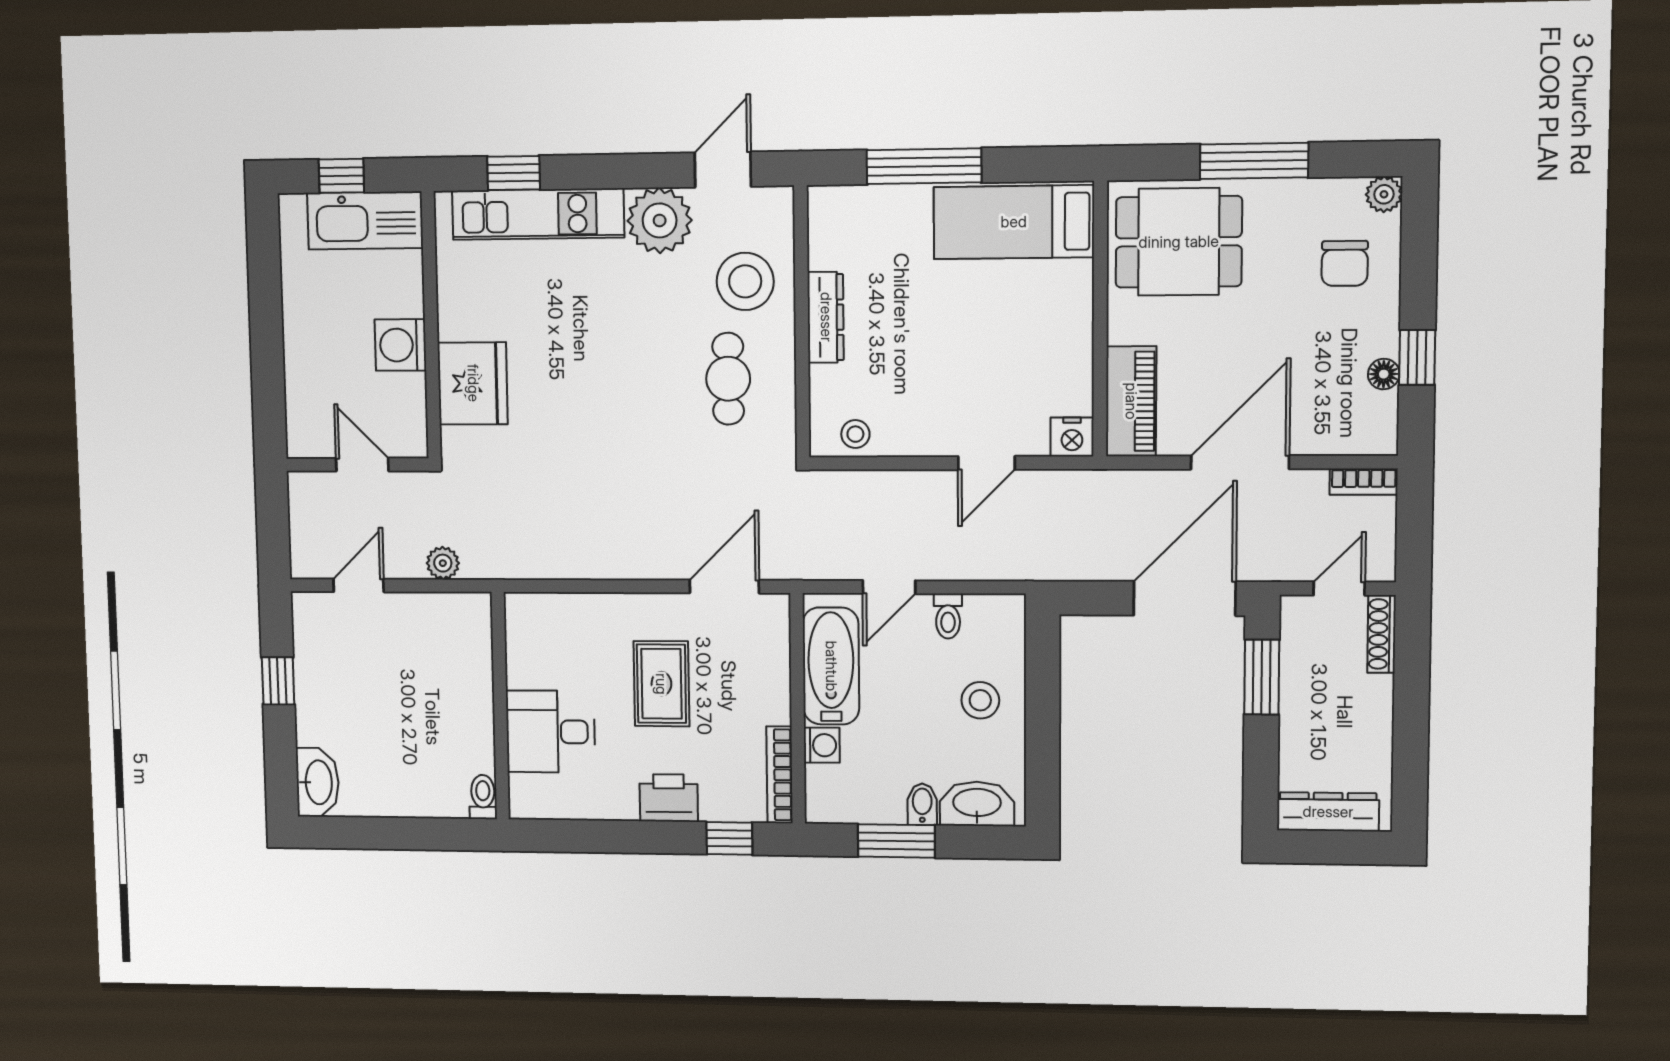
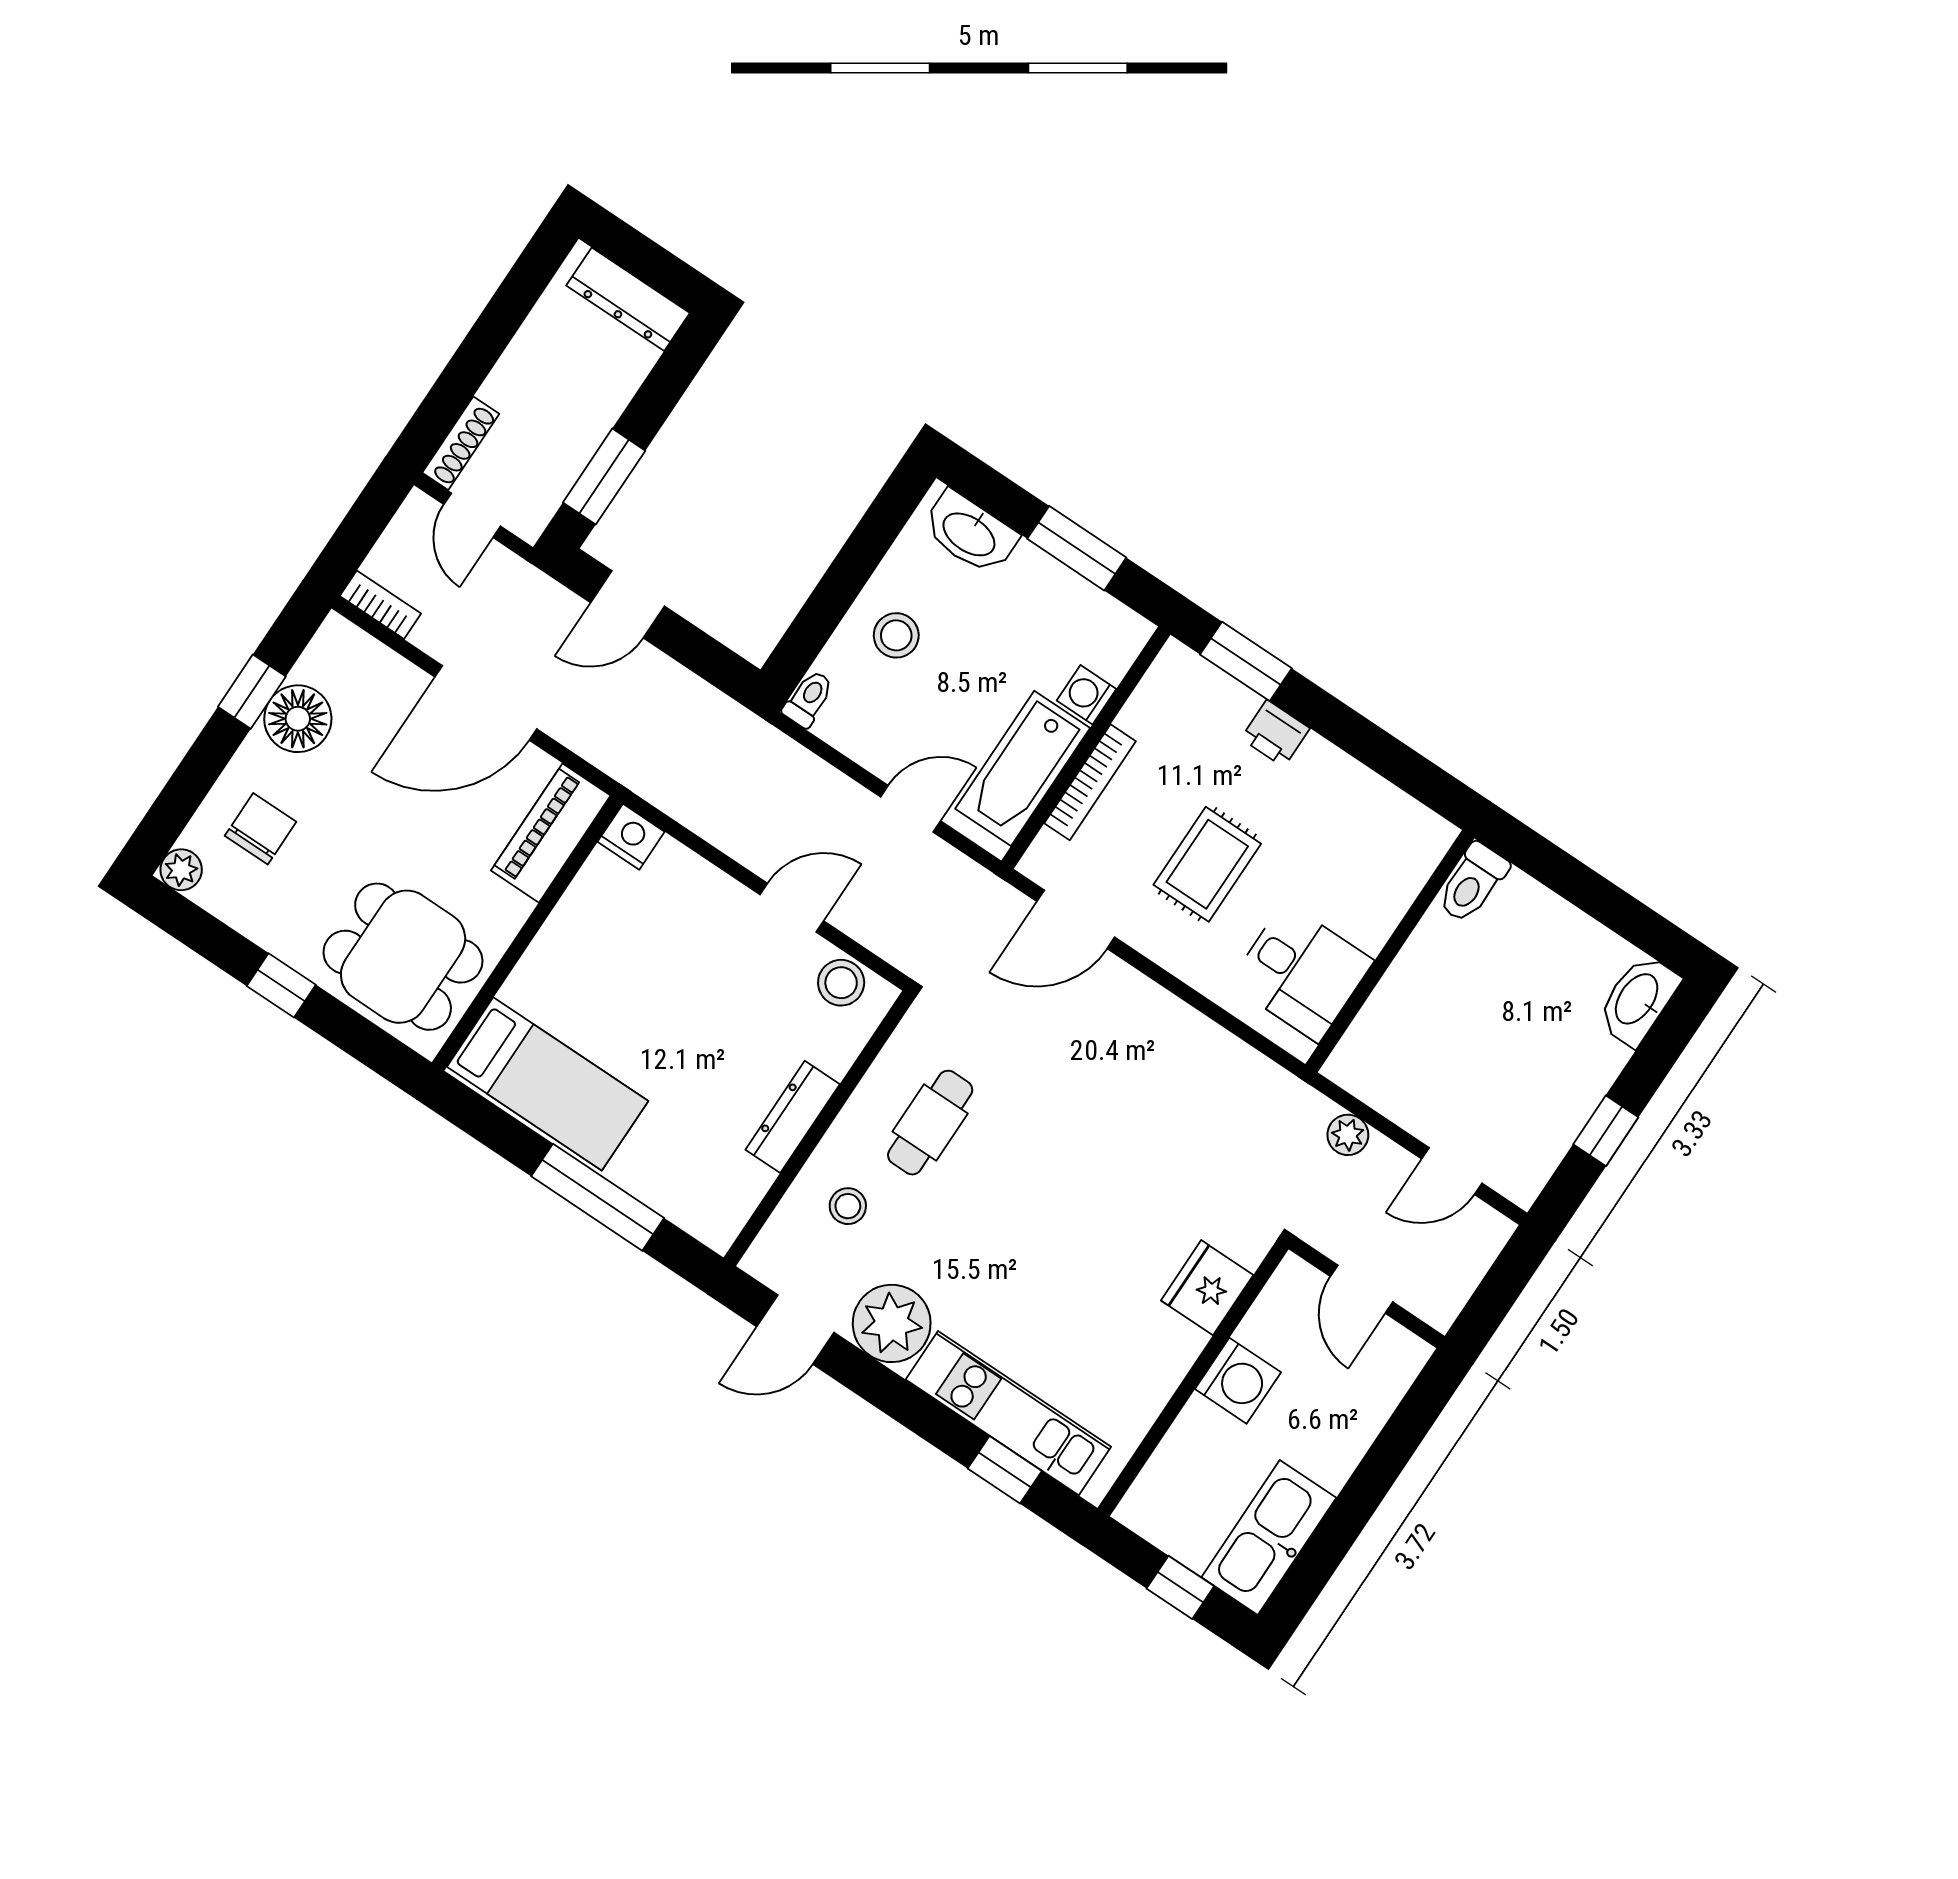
window: (1254, 161) -> (281, 985), width x0.46
kitchen sink: (365, 220) -> (1269, 1538), moved, turned -90
stool: (745, 281) -> (848, 1206), width x0.53, depth x0.53
floor lamp: (1384, 374) -> (298, 719), width x1.89, depth x1.89
fridge: (473, 383) -> (1207, 1288), width x0.73, depth x0.75
stool: (855, 434) -> (841, 983), width x1.37, depth x1.37
door: (986, 463) -> (792, 908), moved
door: (1339, 589) -> (472, 515), hinge flipped
door: (1185, 598) -> (627, 604), width x0.53
toilet: (948, 616) -> (808, 699), moved
desk: (551, 732) -> (1301, 972), moved
bookcase: (780, 775) -> (1090, 782), moved
toilet: (483, 797) -> (1472, 883), width x1.37, depth x1.39
printer: (669, 798) -> (1275, 733), width x0.73, depth x0.81
bidet: (922, 804) -> (1025, 568), removed
window: (729, 838) -> (1246, 661), width x1.50

